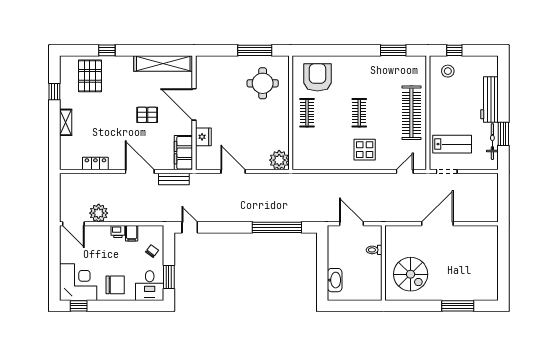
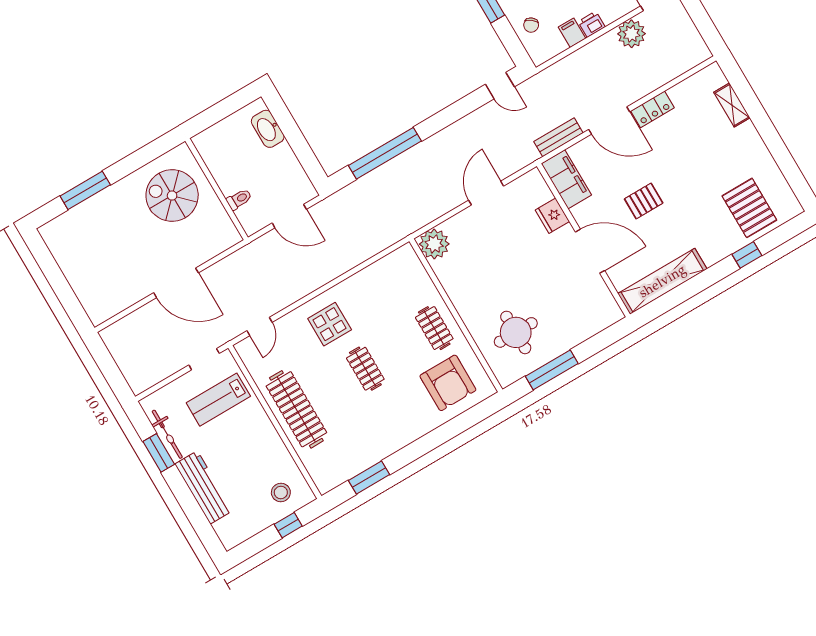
window: (54, 92) -> (784, 159), removed
shelving: (66, 122) -> (732, 105), moved
locker: (95, 164) -> (652, 109), moved
door: (233, 172) -> (486, 193), swing flipped
door: (437, 224) -> (176, 283), hinge flipped

